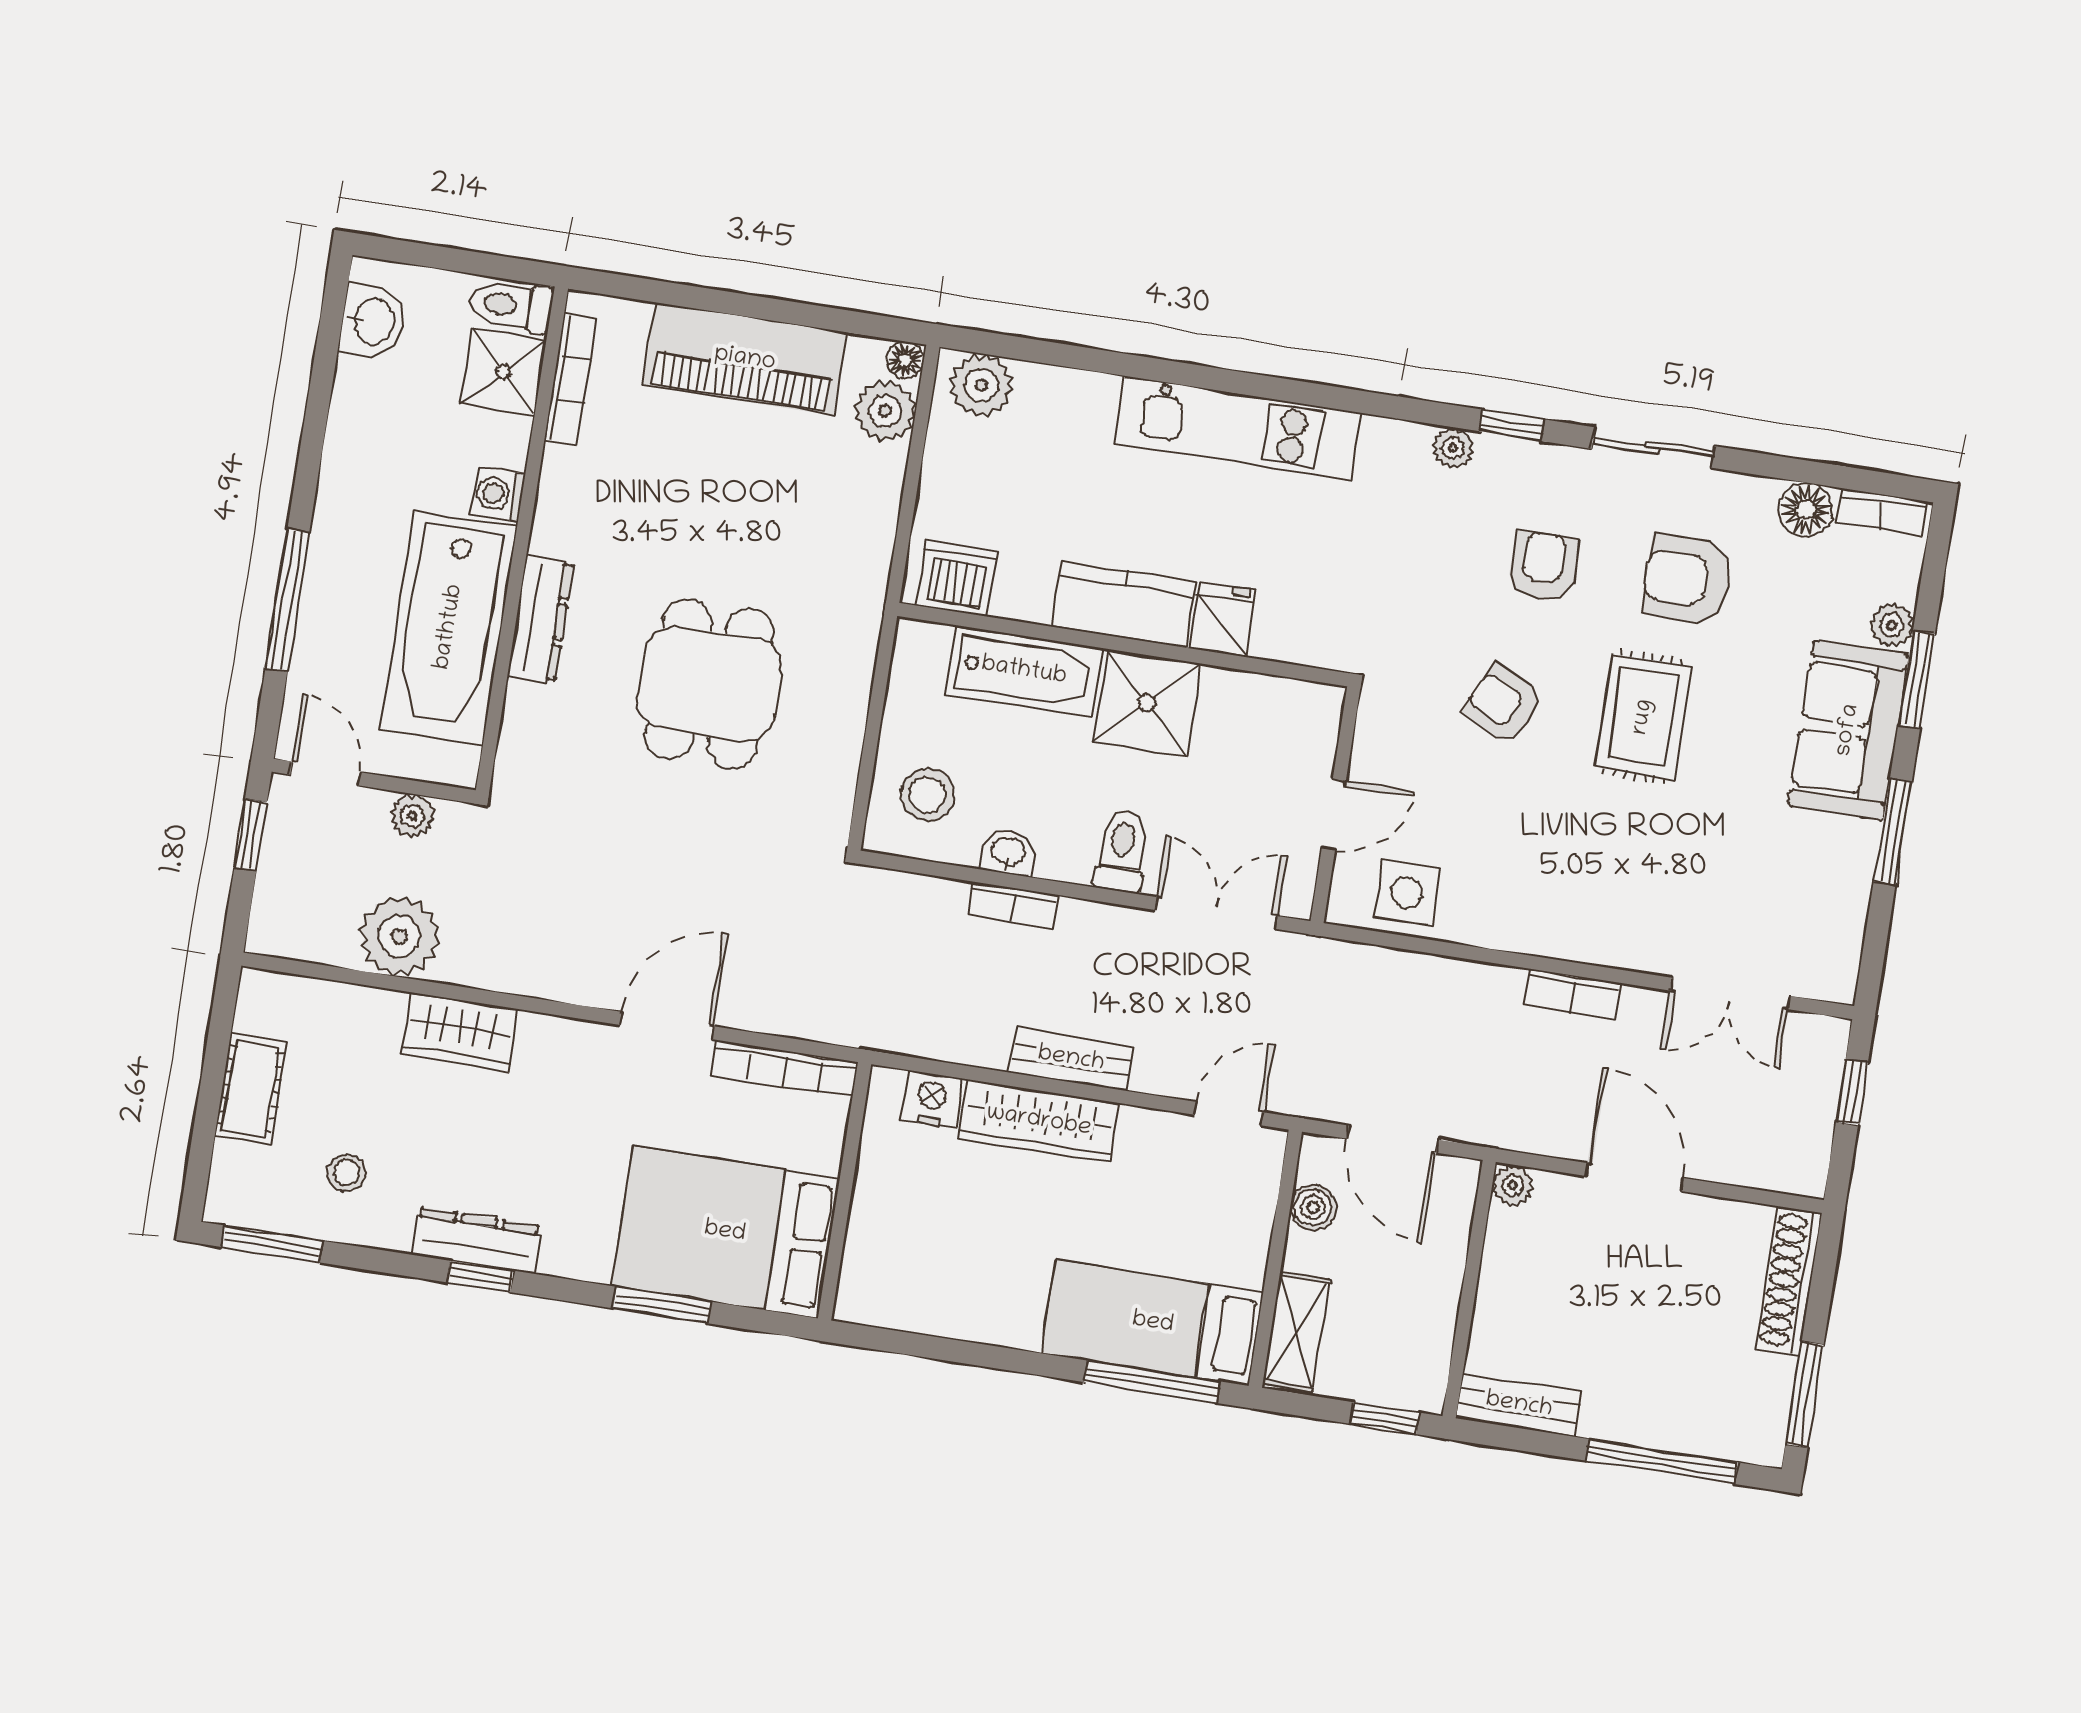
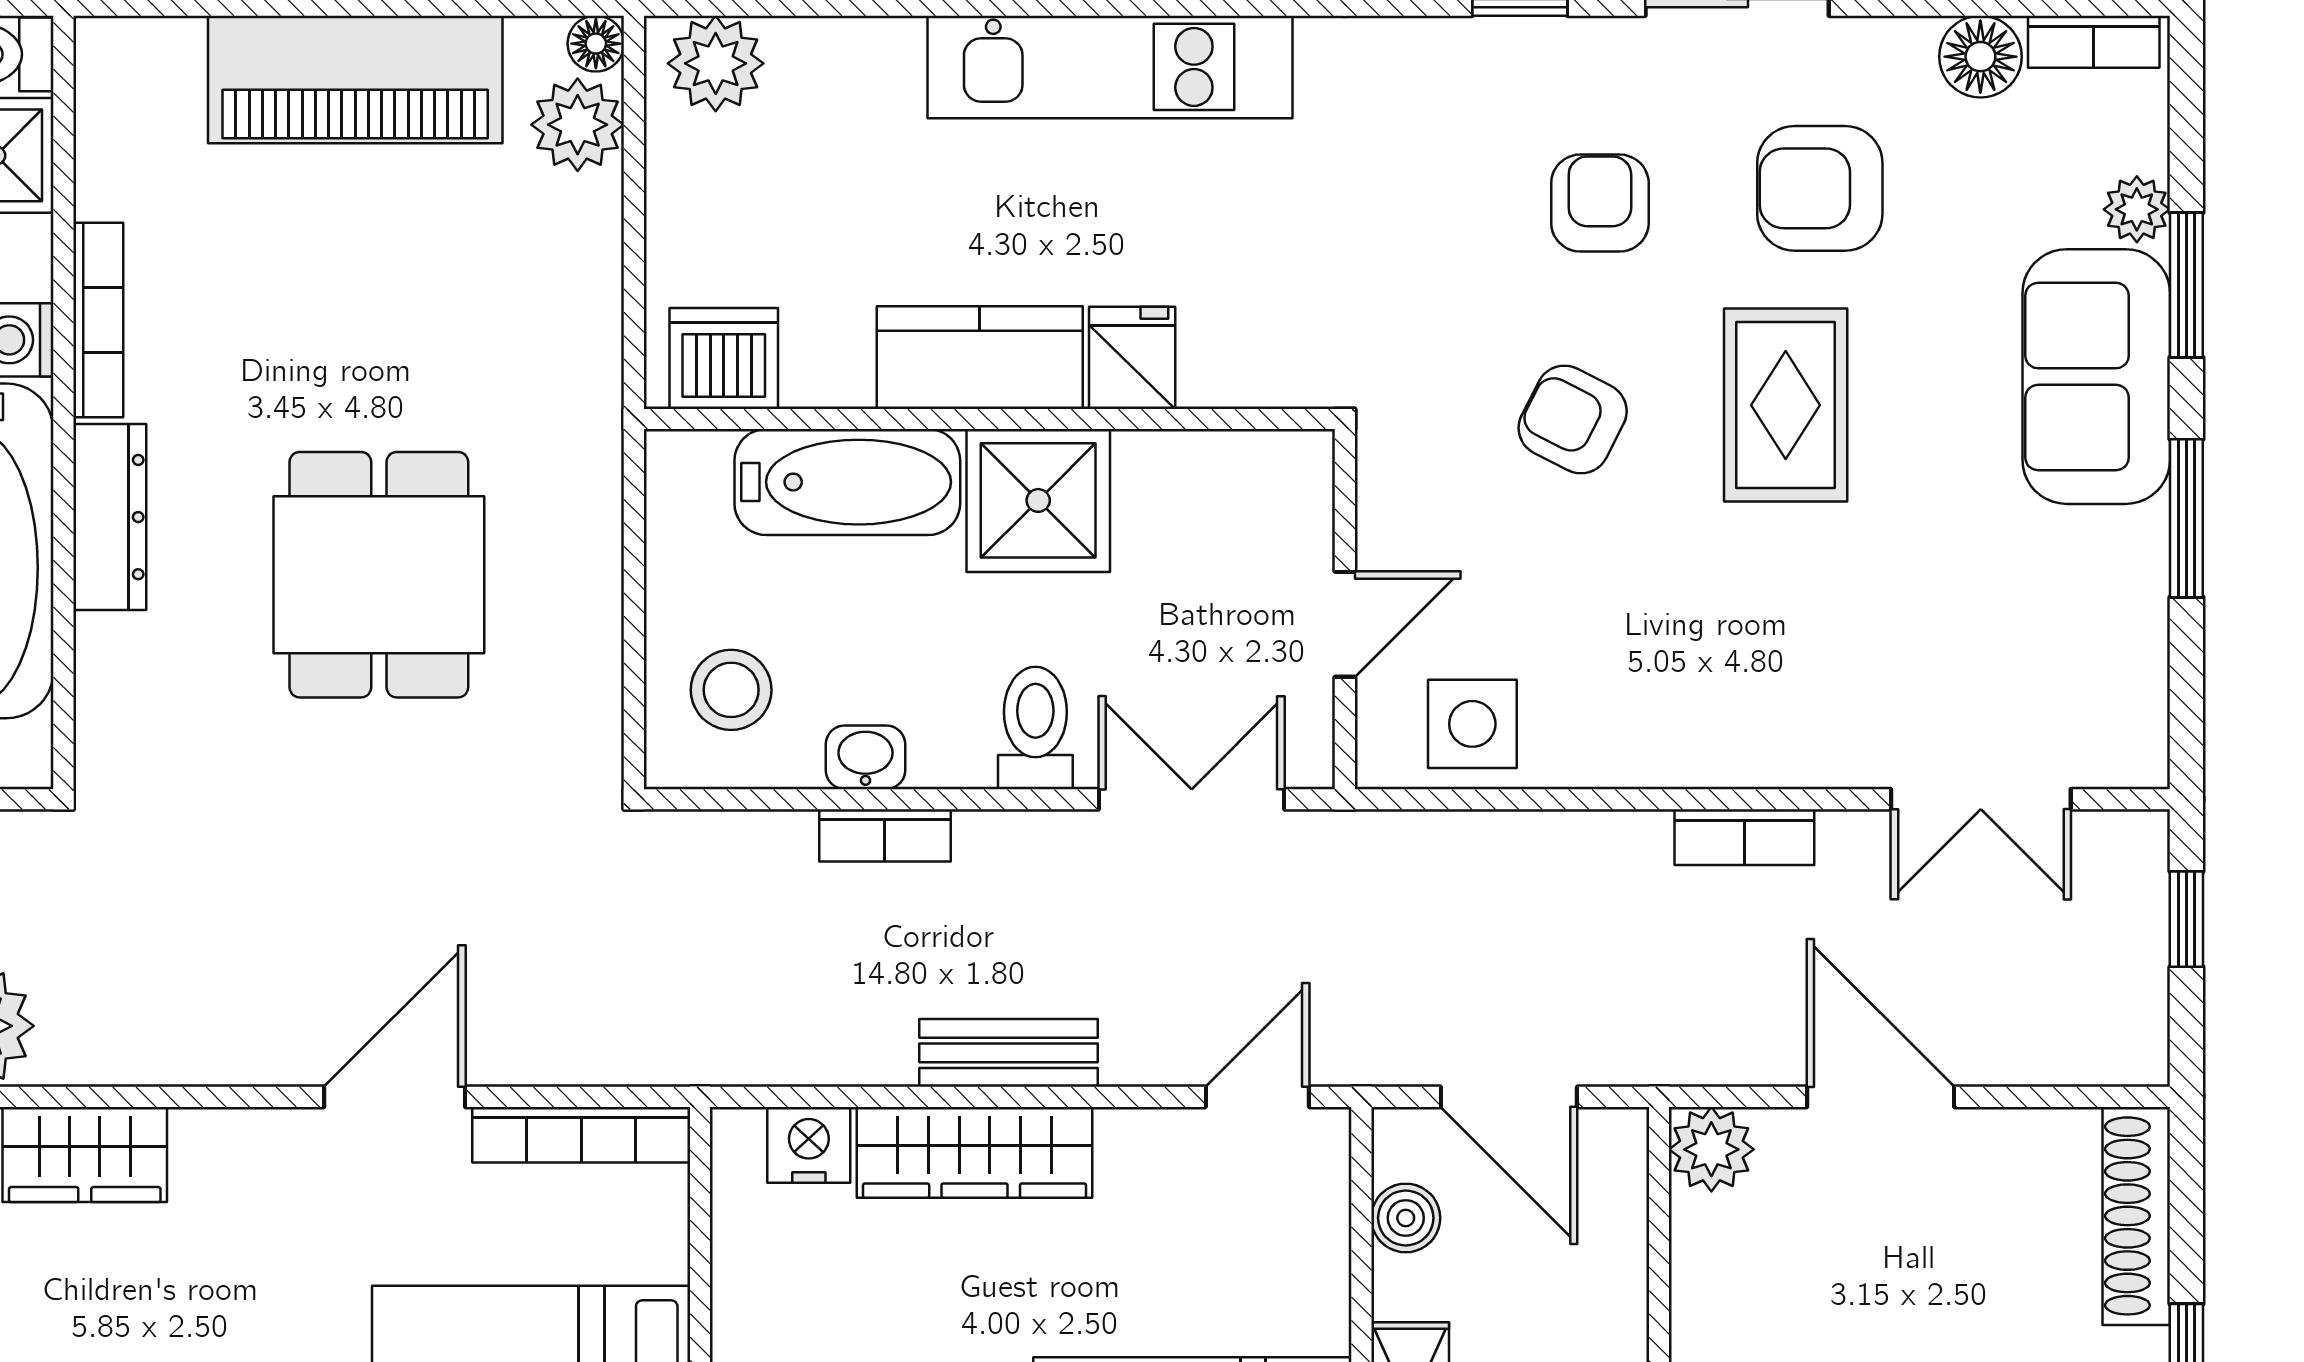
bookcase: (570, 379) -> (98, 320), moved
plant: (1453, 448) -> (1437, 47), removed
plant: (1513, 1185) -> (1711, 1149), width x1.38, depth x1.38

